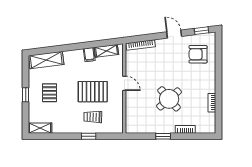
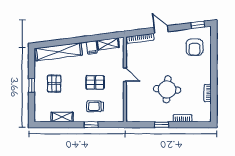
door: (174, 34) -> (161, 30), moved
armchair: (198, 54) -> (195, 47), turned -90
shelving: (46, 60) -> (58, 52), width x1.47
pallet: (93, 92) -> (95, 82), width x0.67, depth x0.71
round table: (169, 99) -> (167, 89), turned 45
shelving: (40, 128) -> (62, 117), moved

